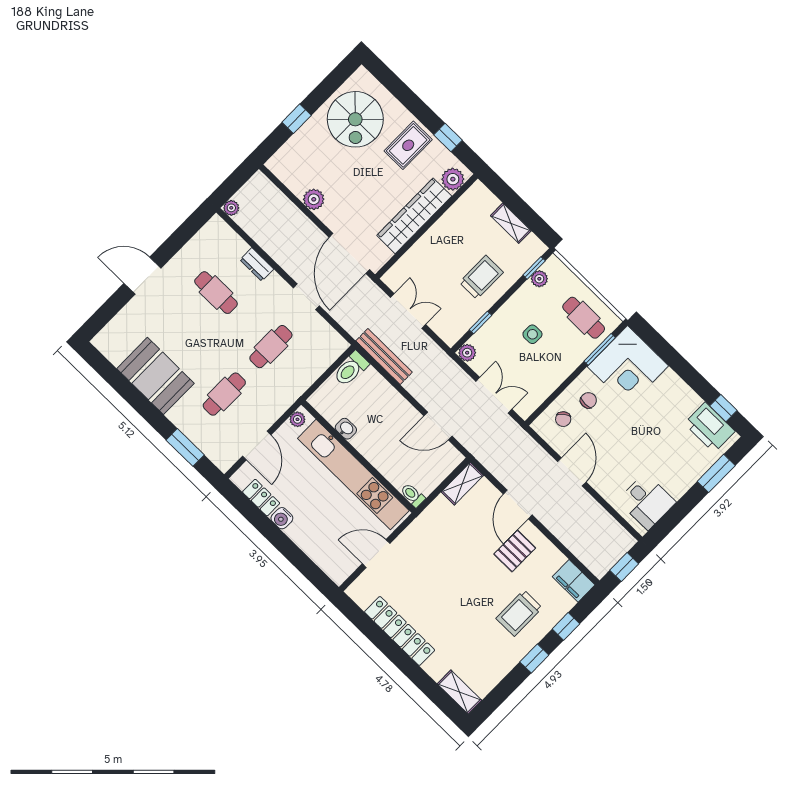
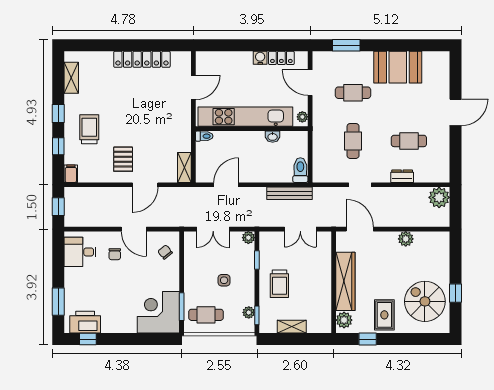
window: (297, 119) -> (456, 293), moved
plant: (231, 208) -> (439, 197), width x1.87, depth x1.87
door: (349, 253) -> (360, 229), width x0.73
cafe table: (224, 394) -> (353, 93), turned 90
chair: (588, 400) -> (115, 254), moved
door: (518, 504) -> (145, 185), swing flipped
filing cabinet: (574, 581) -> (71, 174), width x0.50
shelving: (460, 692) -> (71, 78), moved, turned 90

